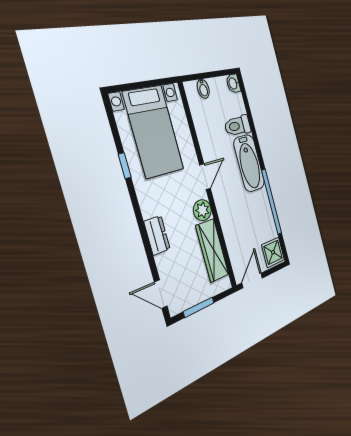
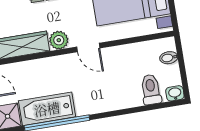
toilet: (238, 126) -> (151, 89), moved
bathtub: (249, 163) -> (47, 109), moved

